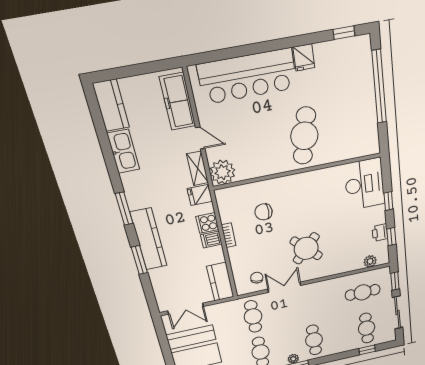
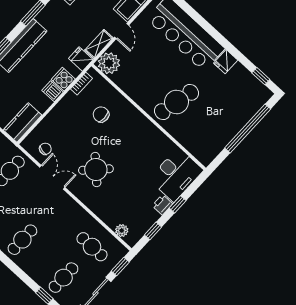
printer: (380, 233) -> (162, 205), moved
bookcase: (229, 235) -> (81, 84), moved

